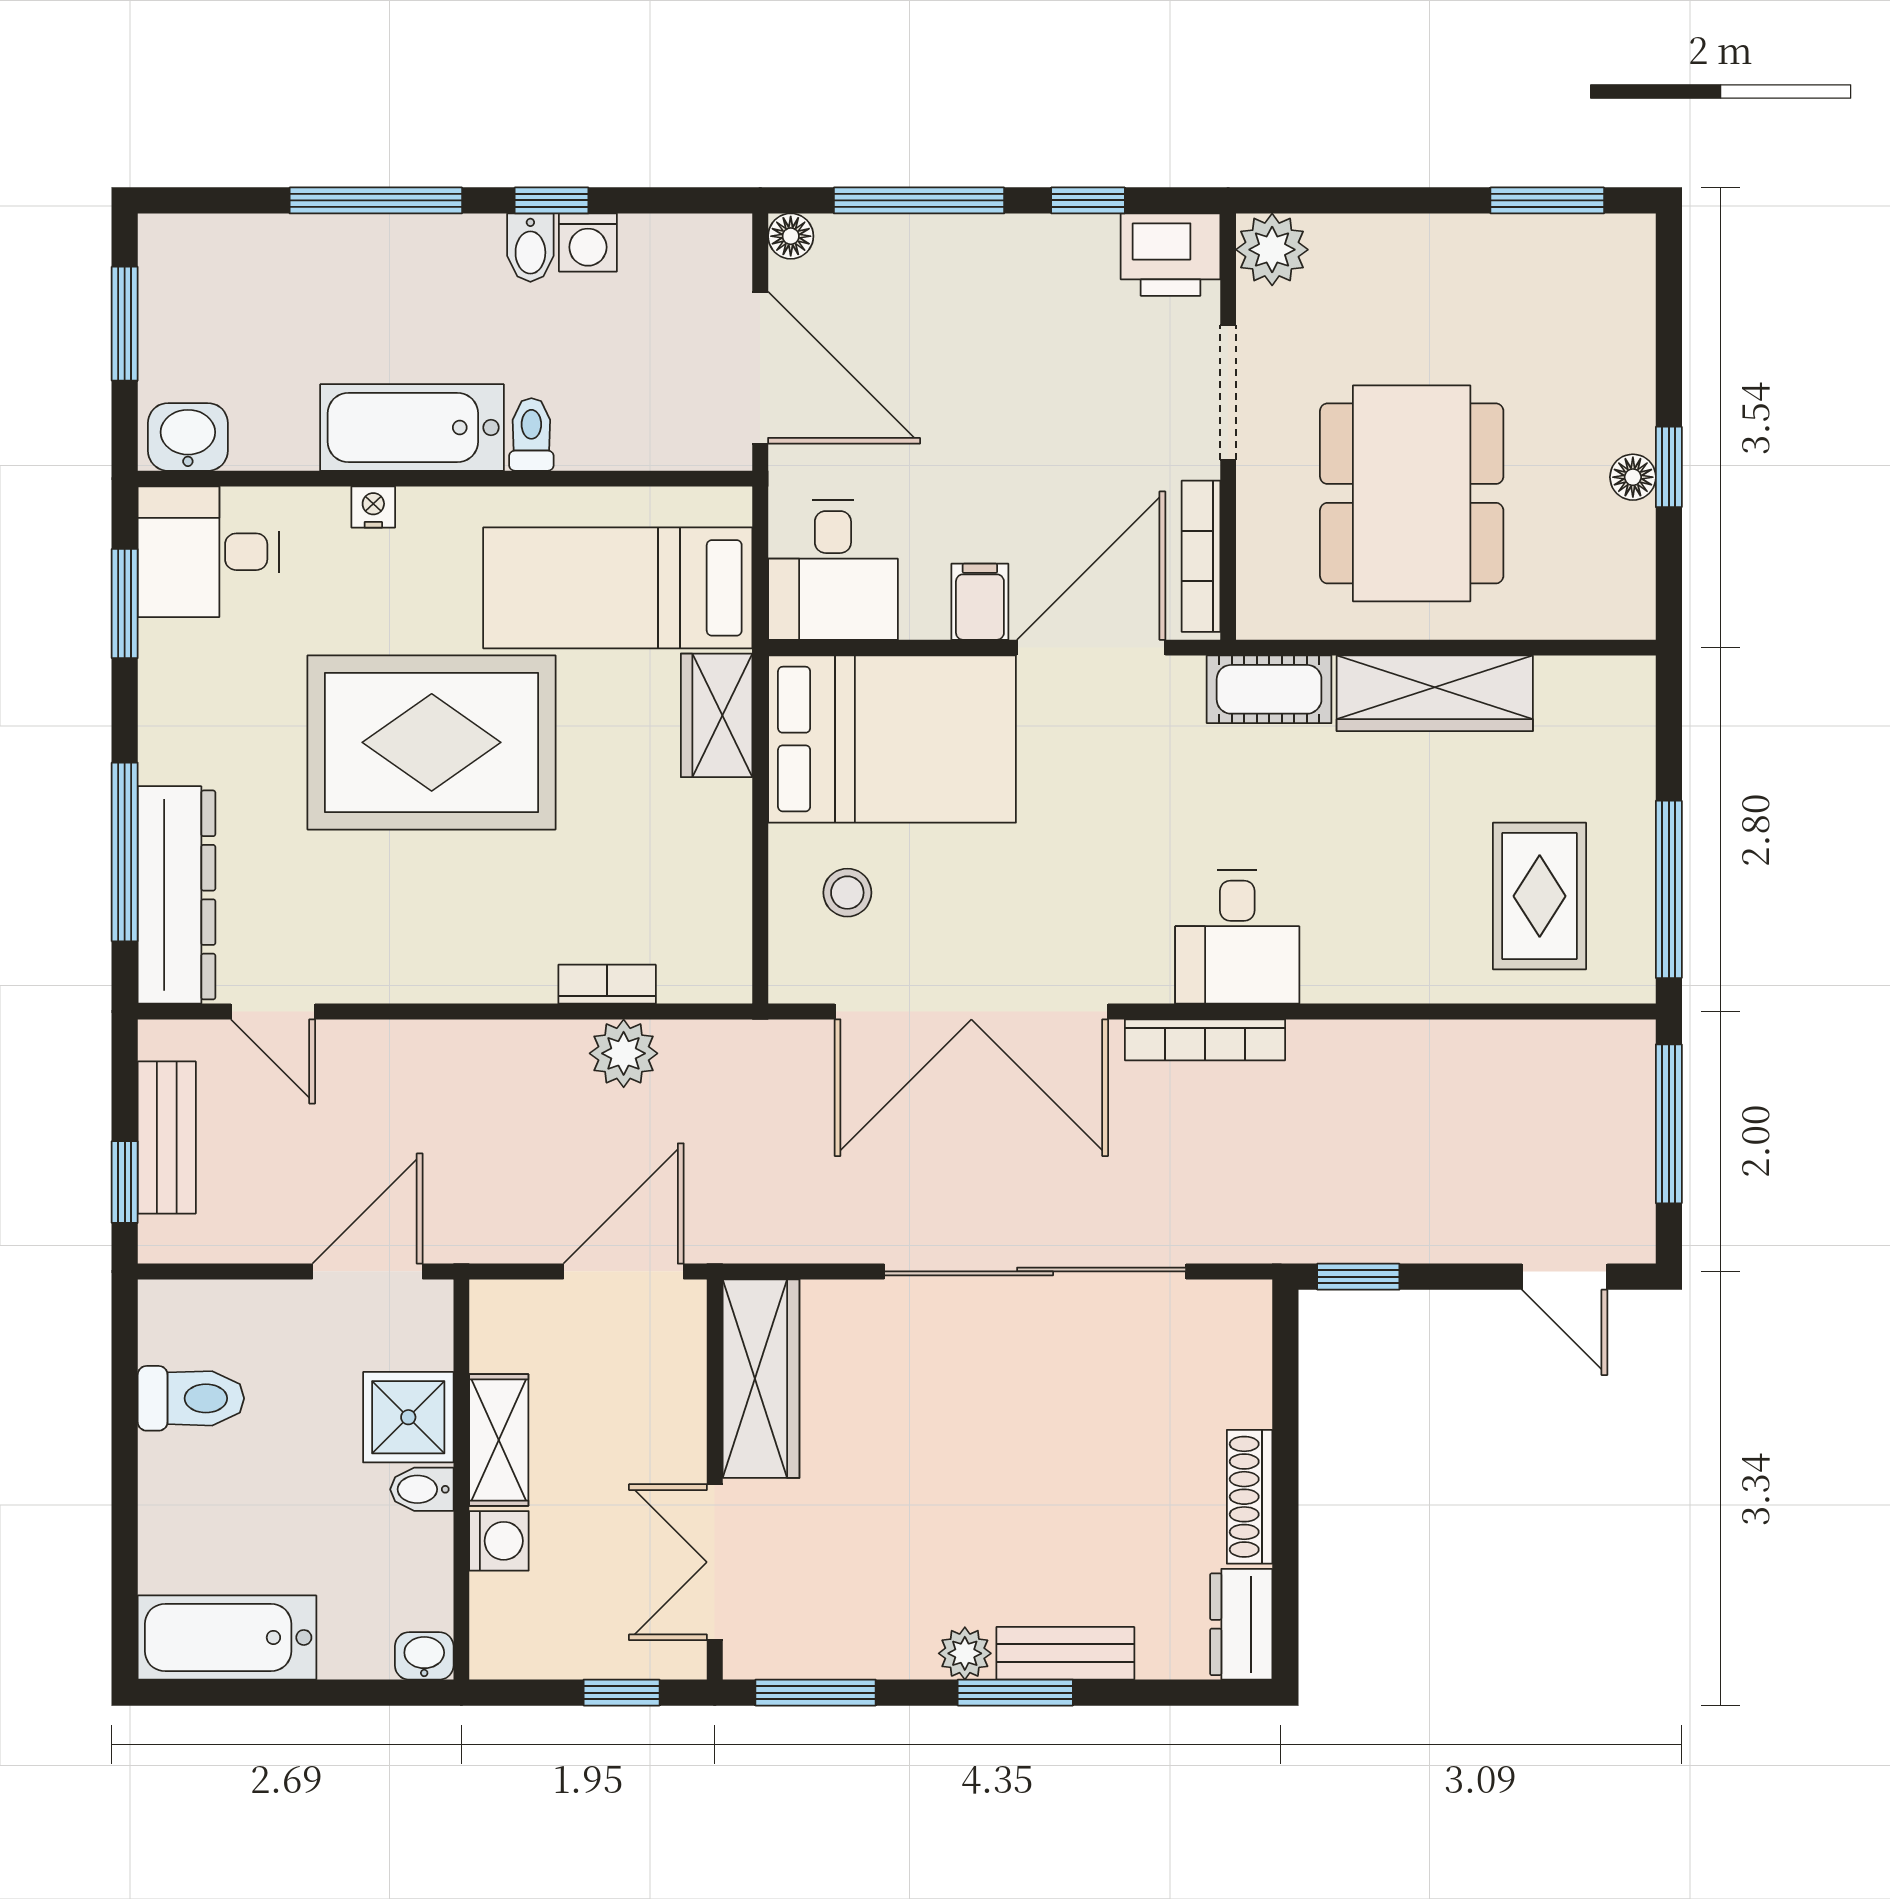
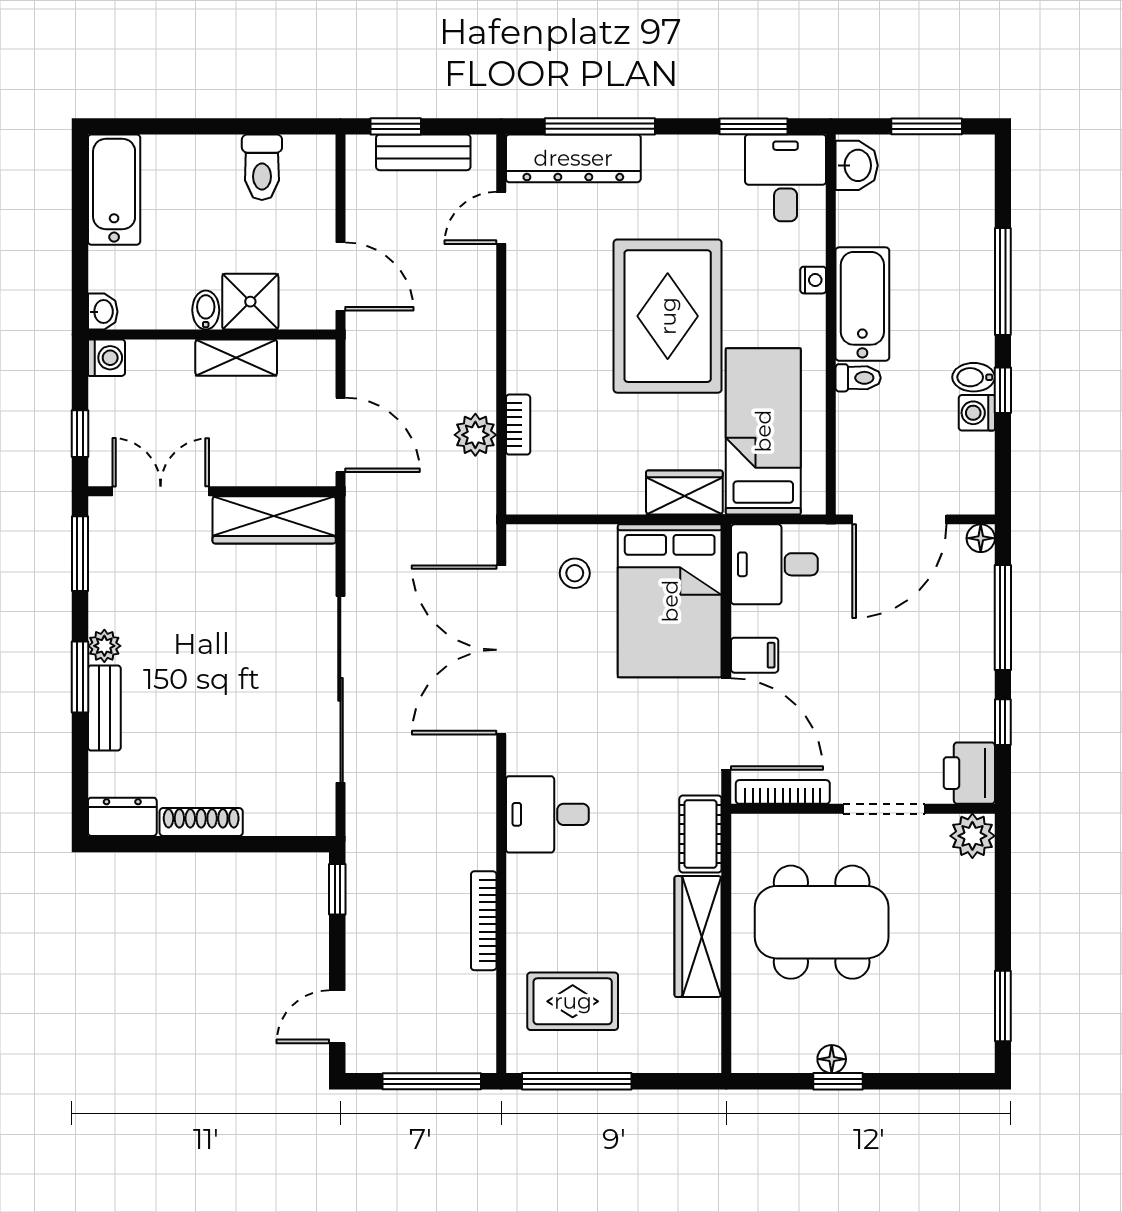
bookcase: (1205, 1040) -> (484, 921), moved
washing machine: (499, 1541) -> (106, 358), moved, turned -90

